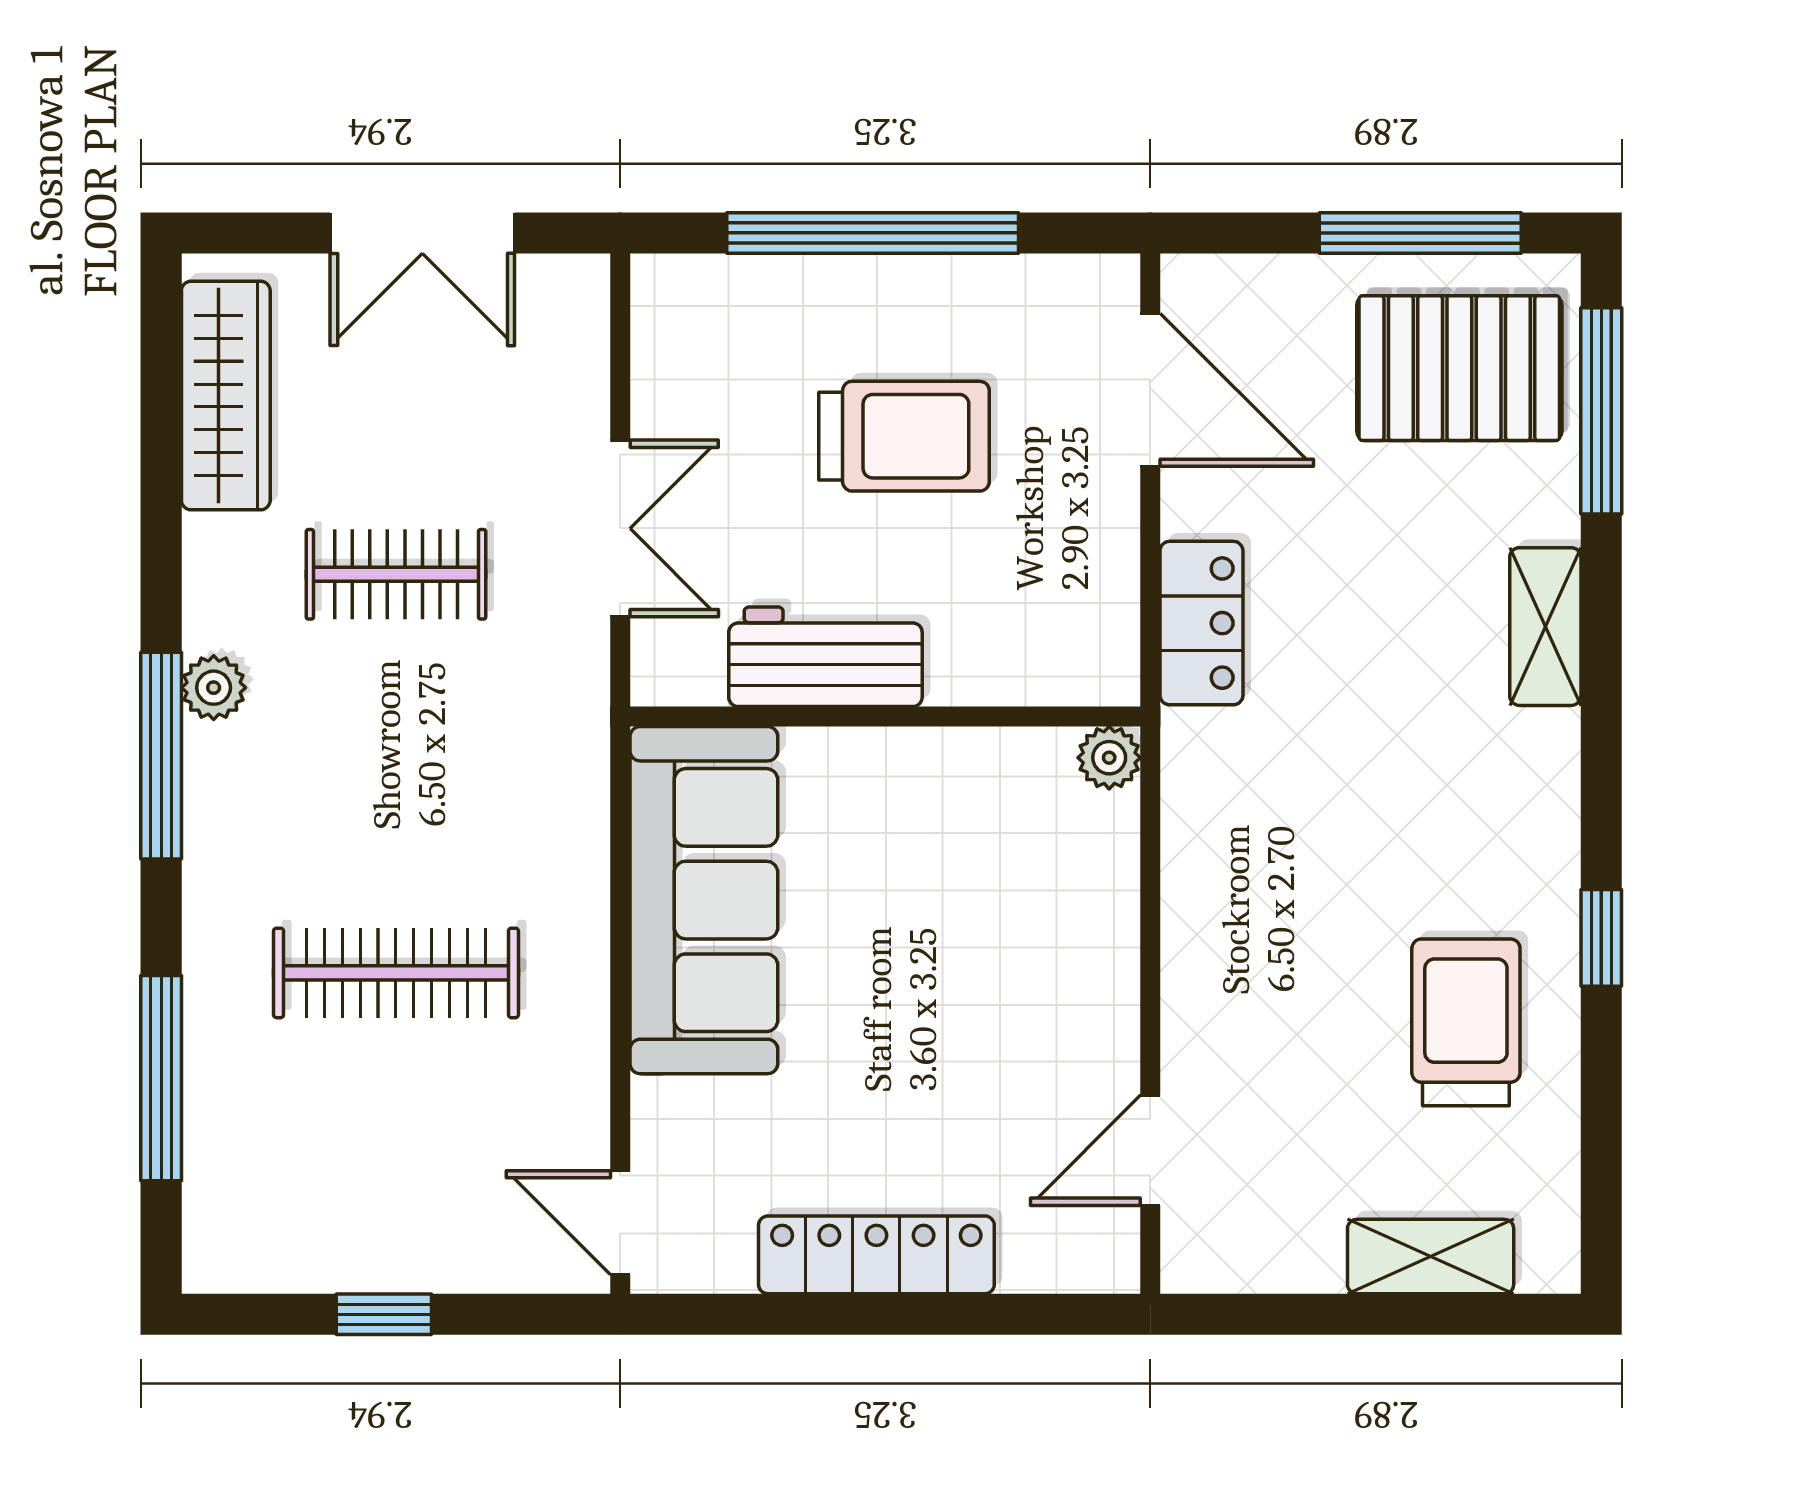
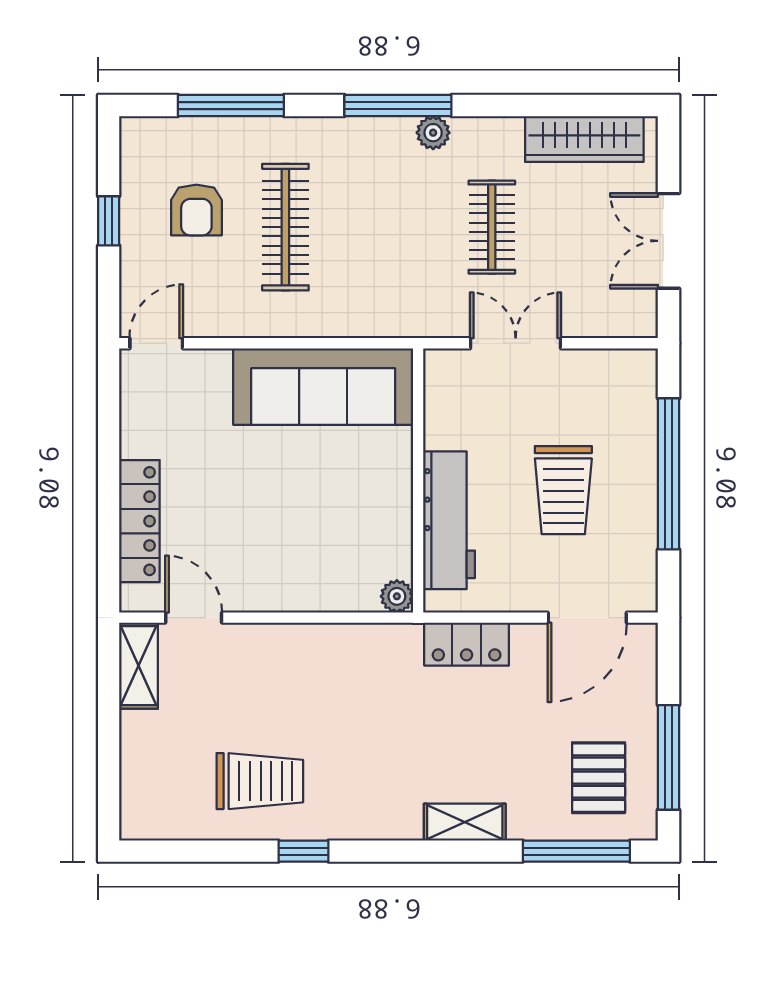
pallet: (1459, 368) -> (599, 778), width x0.67, depth x0.71
double door: (620, 528) -> (516, 343), swing flipped
workbench: (825, 657) -> (449, 520), moved, width x1.38
armchair: (363, 1145) -> (196, 210), added
locker: (876, 1255) -> (139, 521), moved
shelving: (1431, 1257) -> (139, 666), moved

